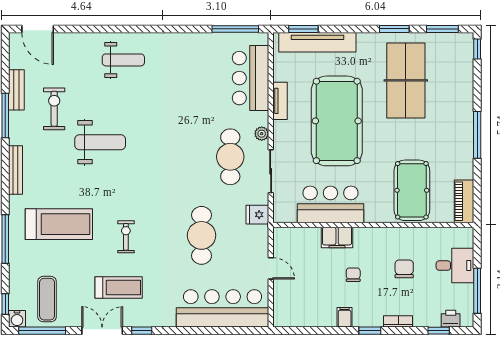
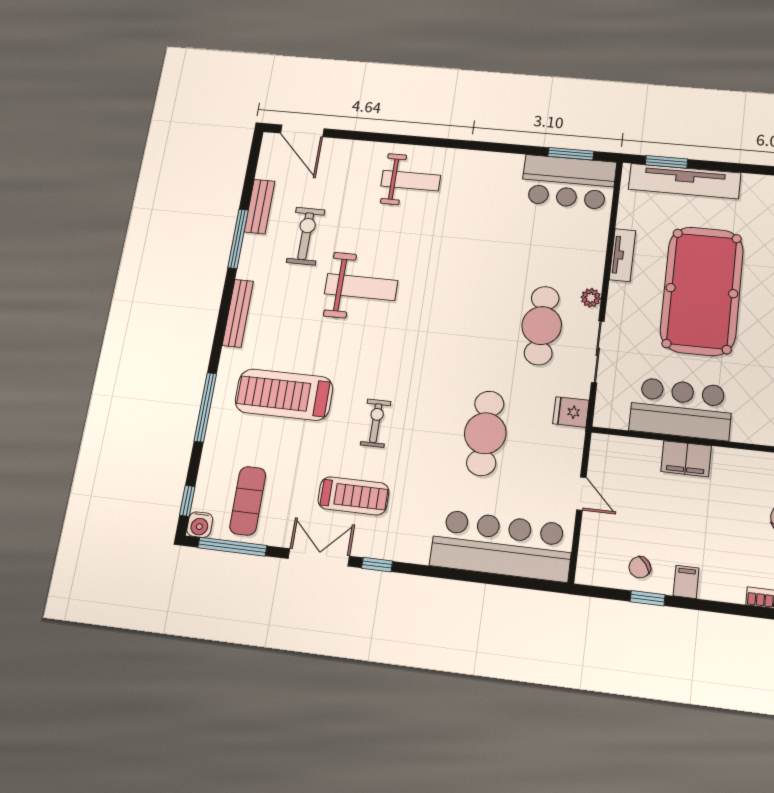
window: (235, 29) -> (571, 154), width x0.69
bar counter: (251, 78) -> (568, 182), moved, turned -90
treadmill: (59, 224) -> (284, 395), turned 180
chair: (353, 275) -> (640, 567), moved, turned -127
window: (370, 331) -> (648, 598), moved

